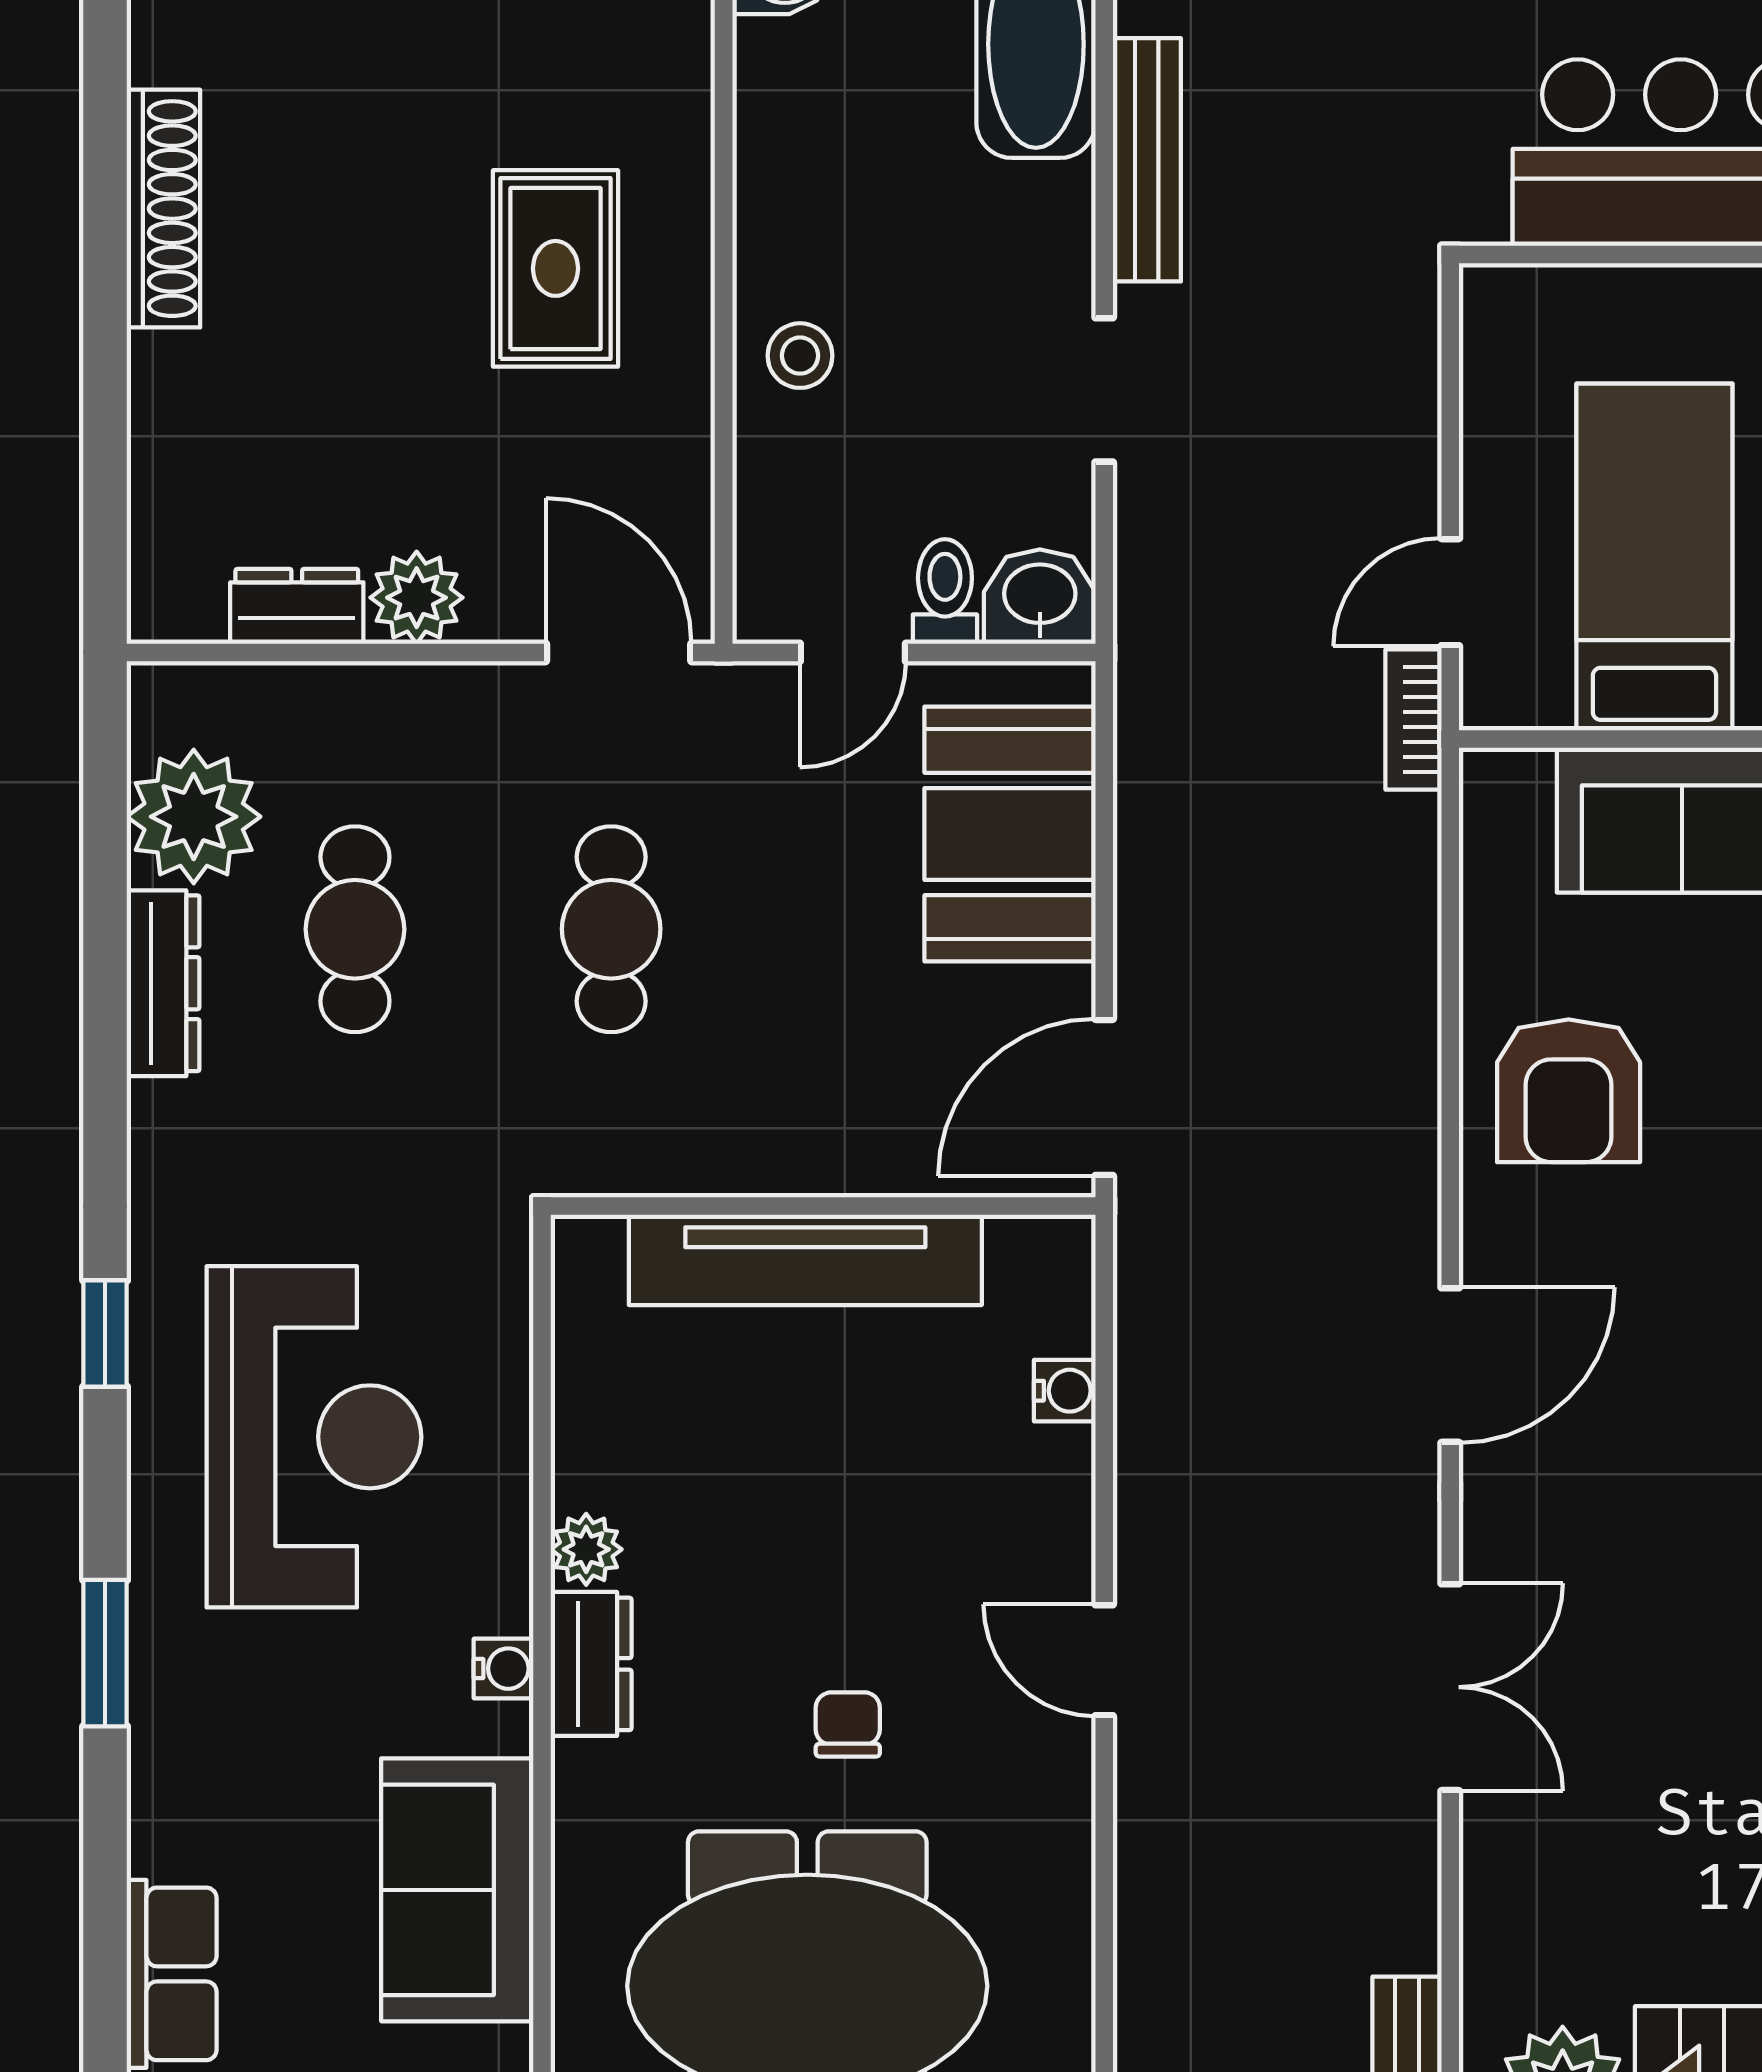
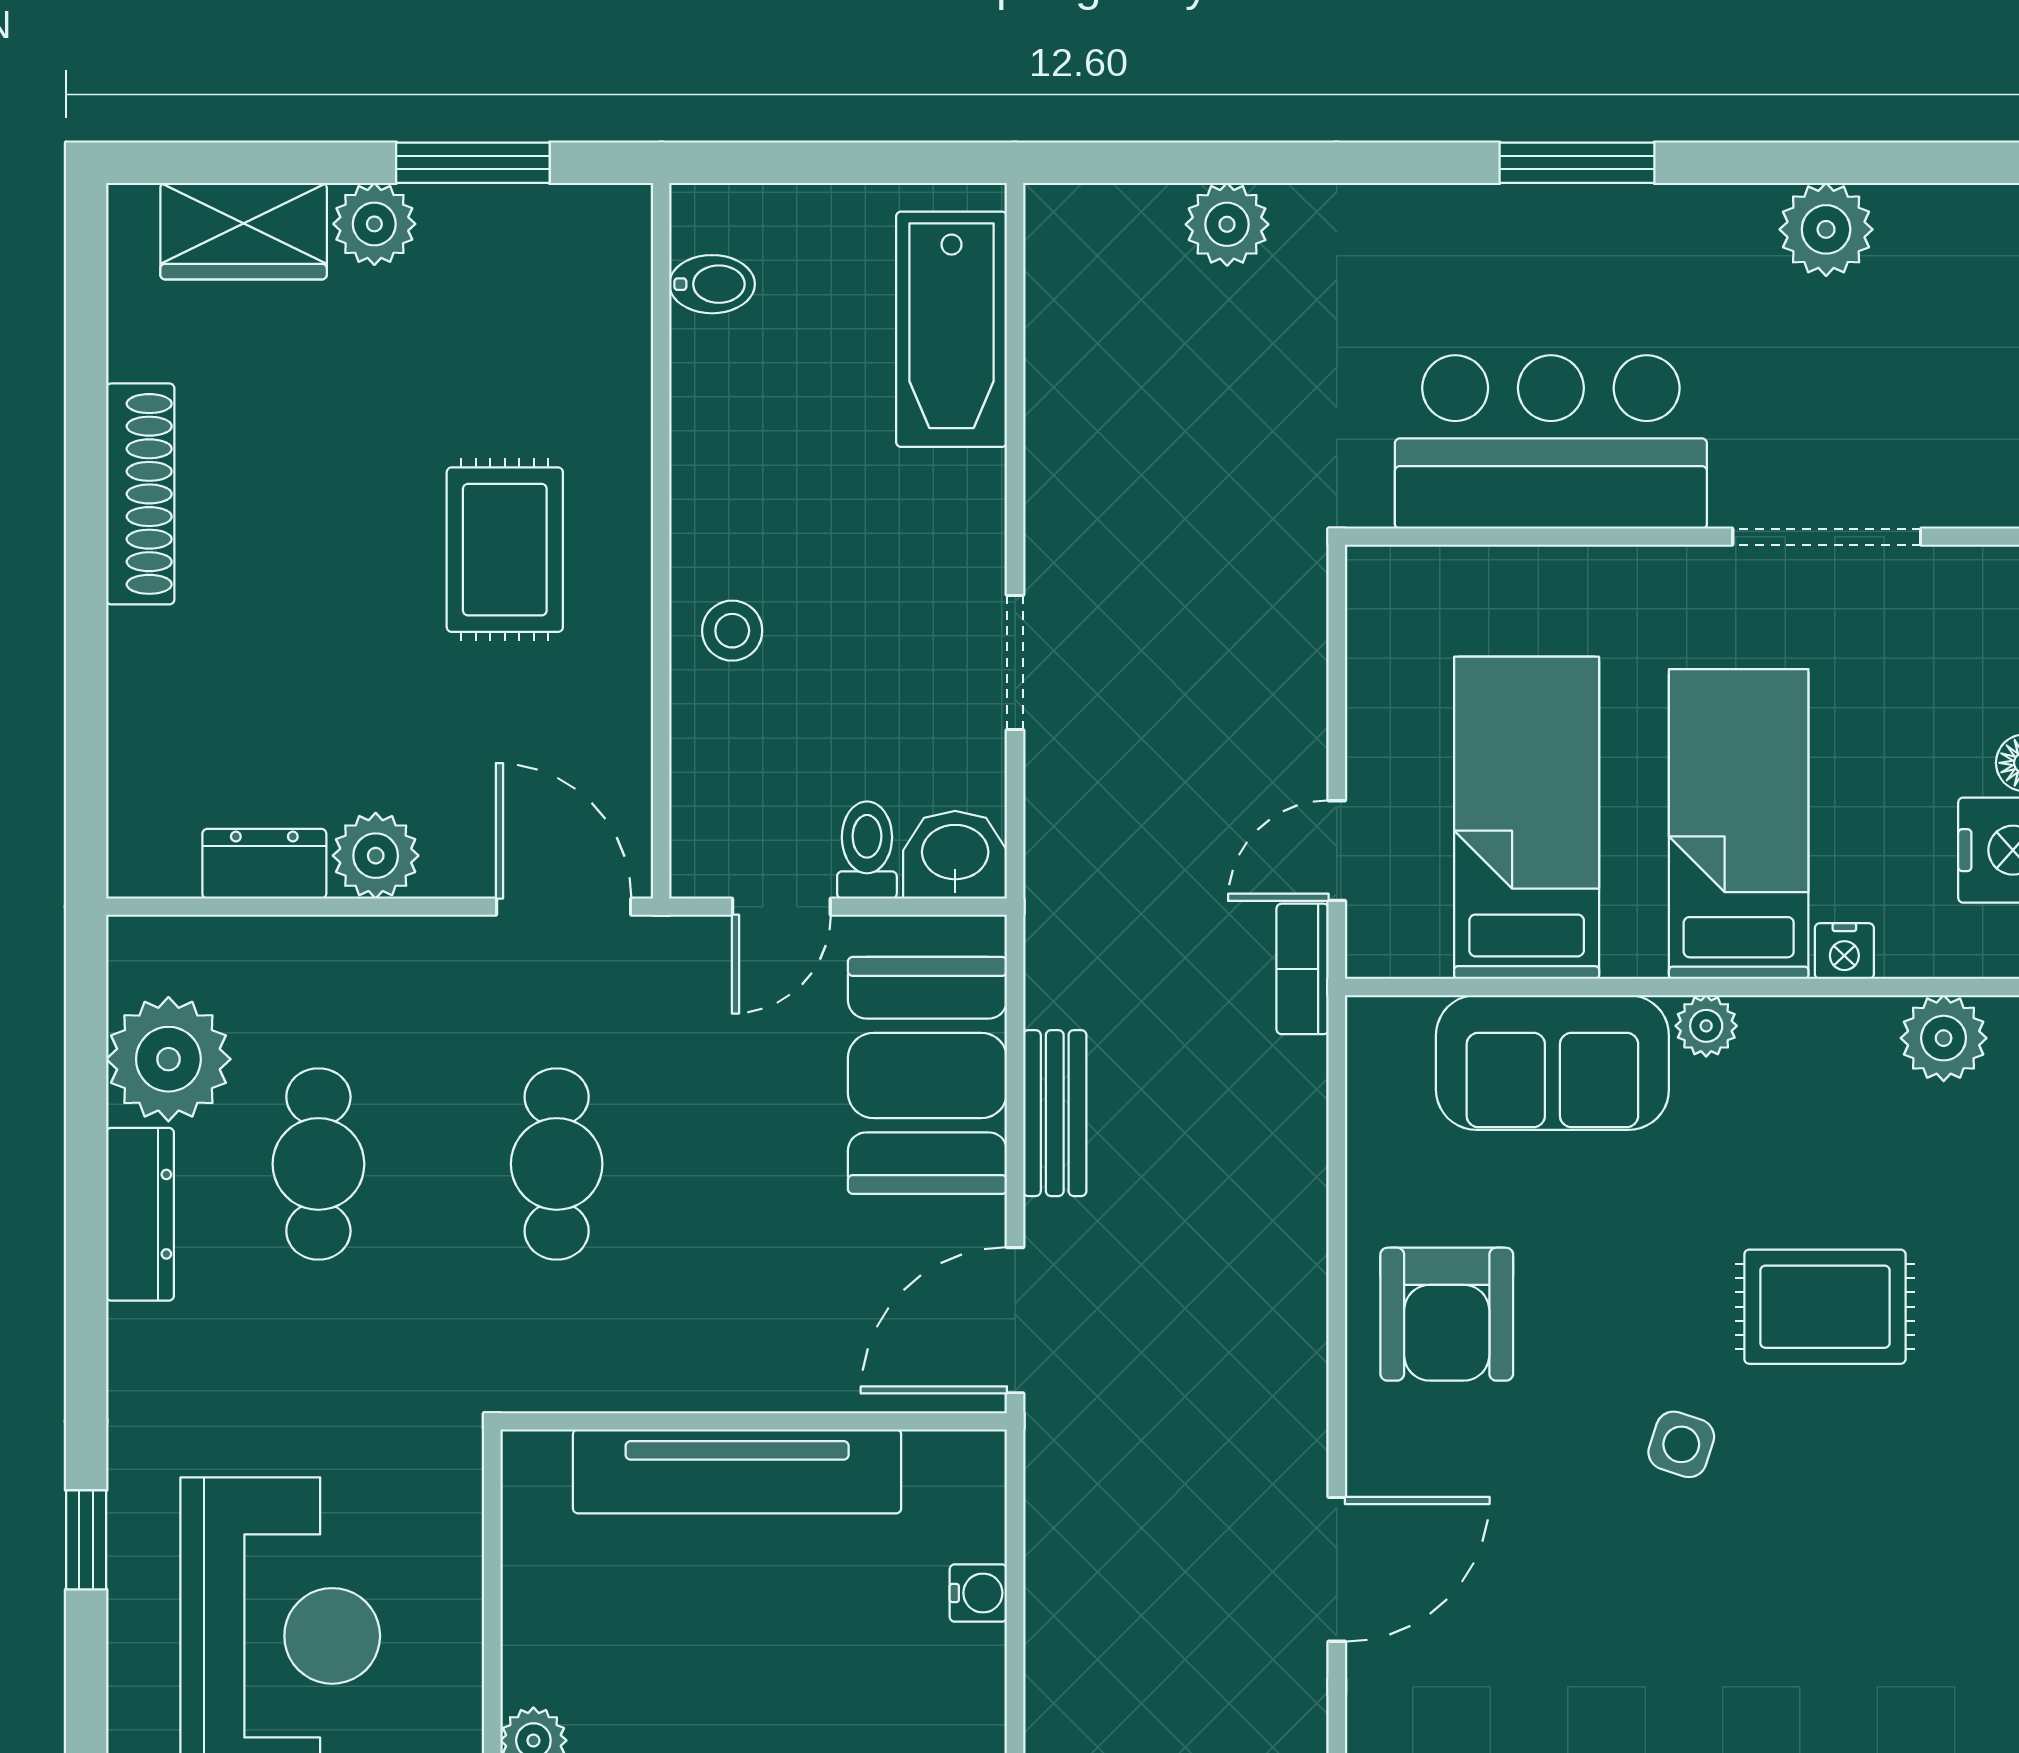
bench: (1147, 160) -> (1055, 1113), moved, width x0.73

